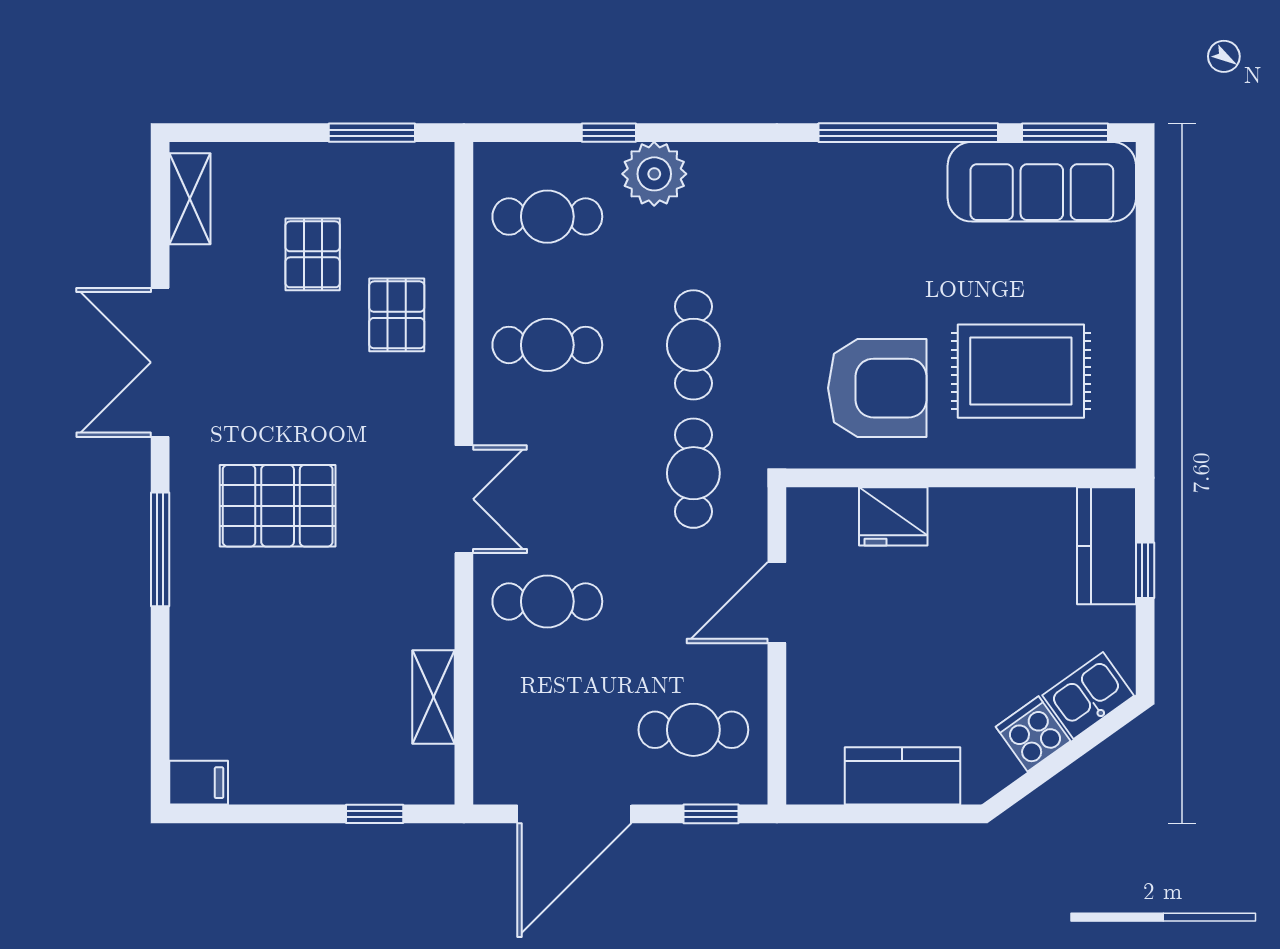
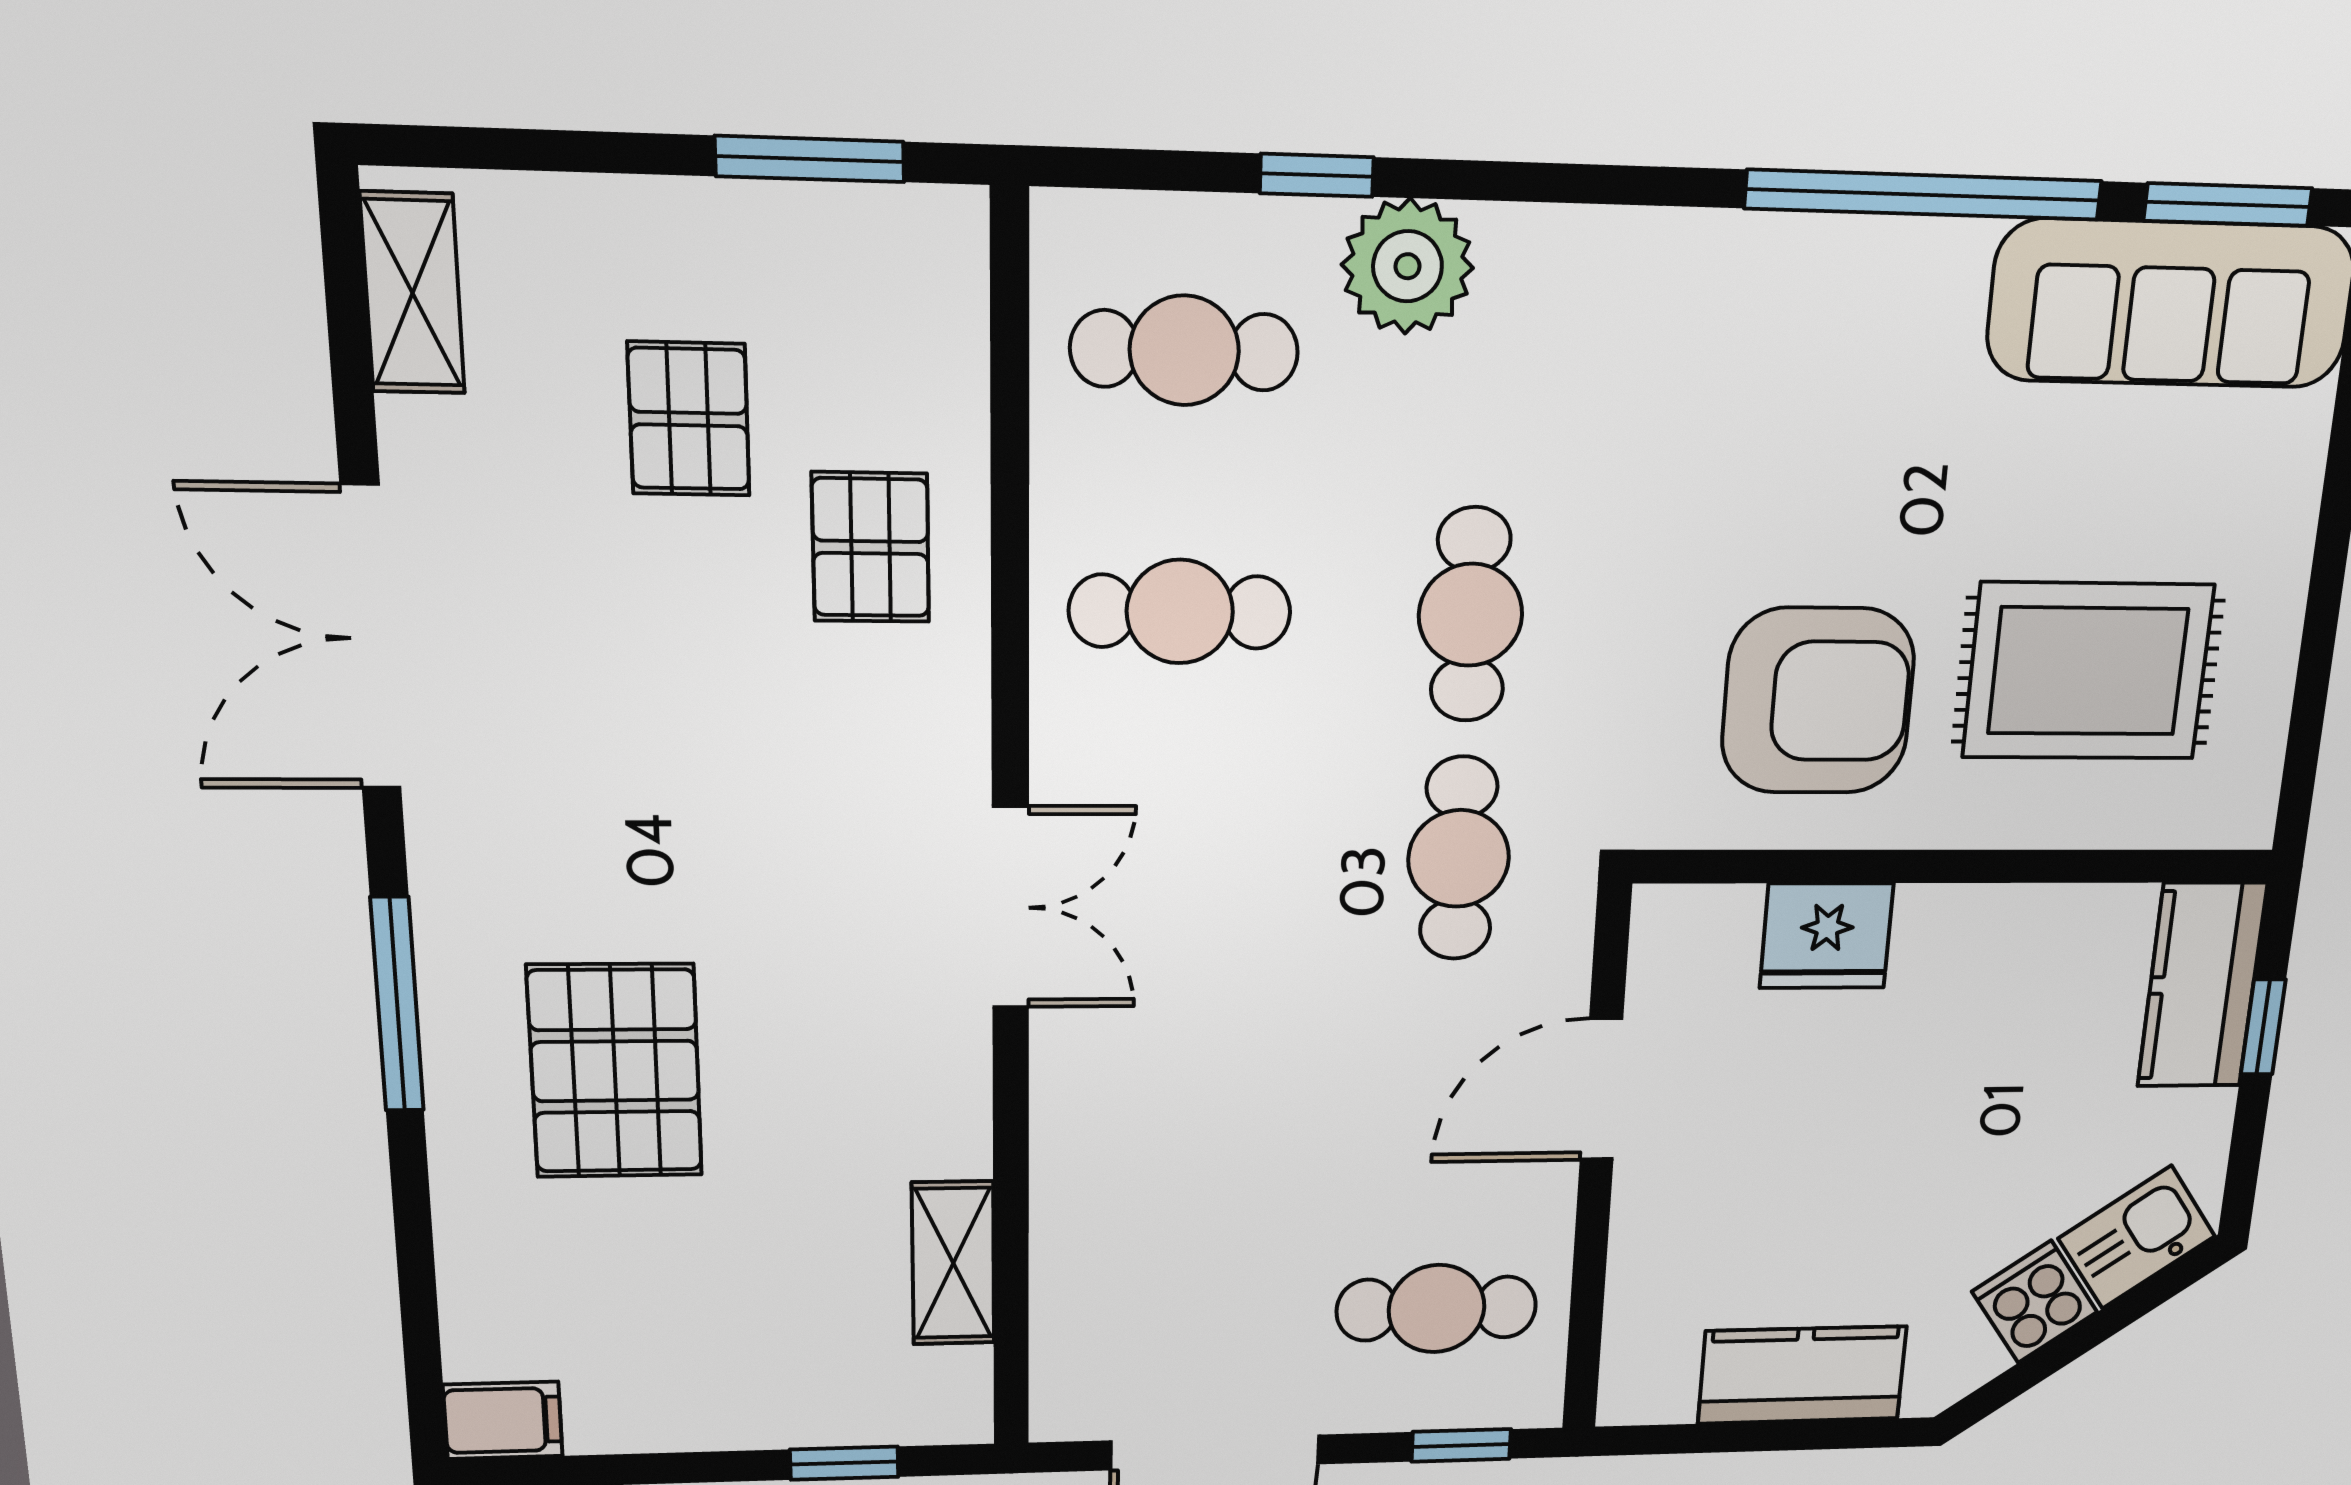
pallet: (278, 506) -> (615, 1071), moved, turned 90
cafe table: (547, 601) -> (1172, 1093), removed

